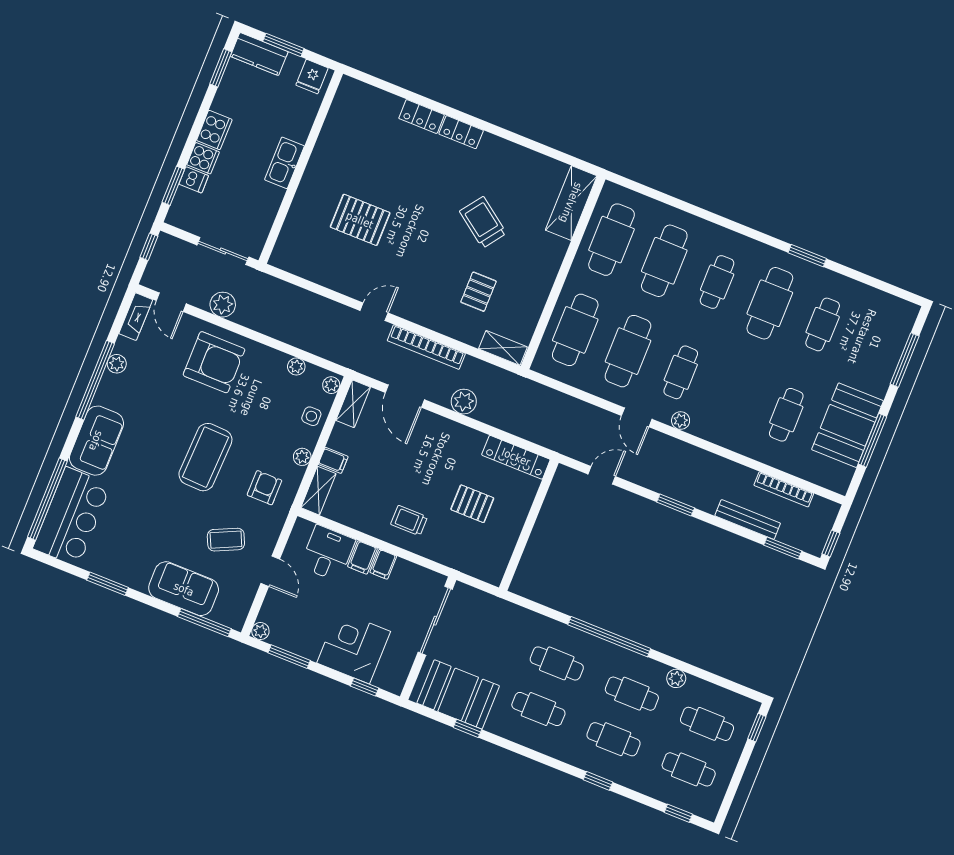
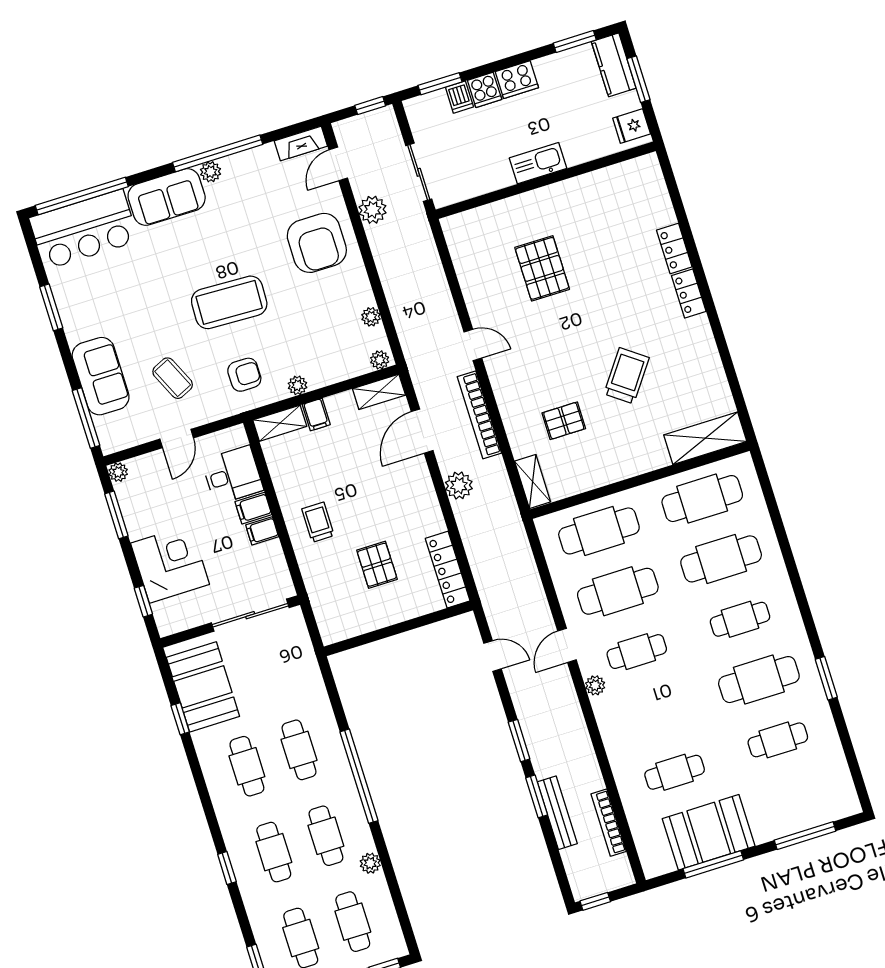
plant: (117, 364) -> (211, 172), moved
side table: (311, 416) -> (339, 365), removed
window: (783, 548) -> (537, 796), moved

